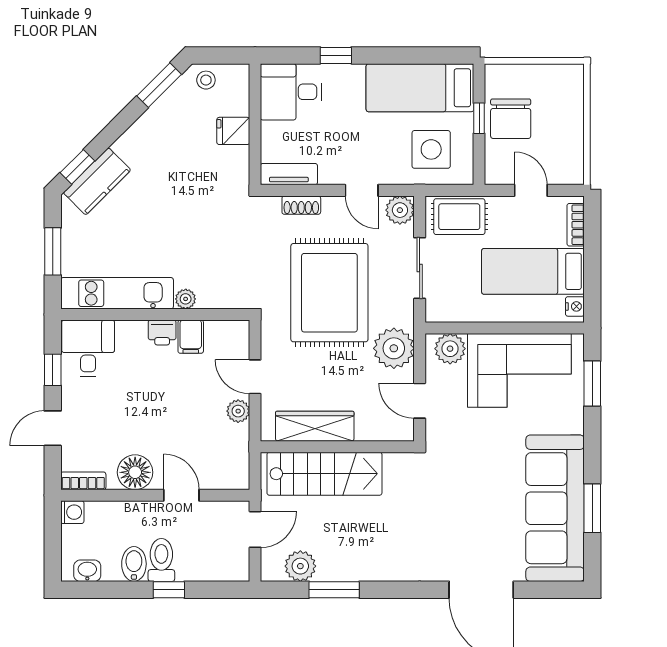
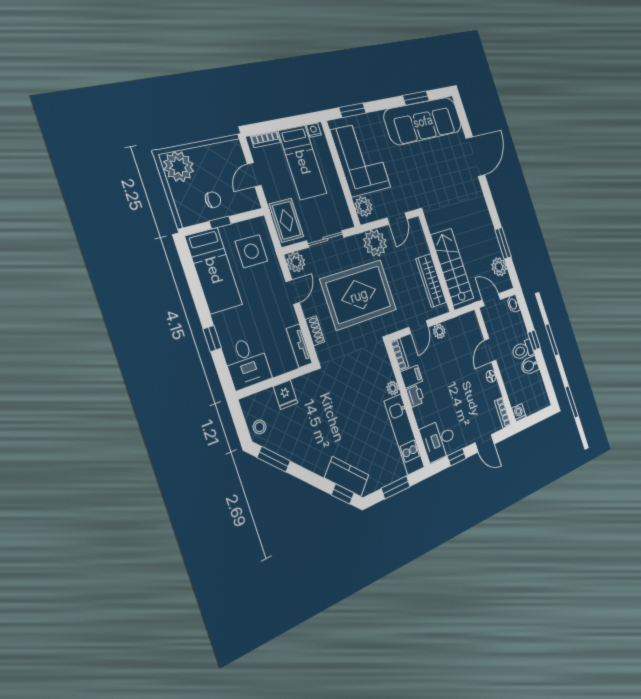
plant: (563, 86) -> (179, 166), added
chair: (511, 119) -> (213, 200), width x0.54, depth x0.54
bookcase: (228, 329) -> (400, 354), added
floor lamp: (135, 472) -> (491, 376), width x0.53, depth x0.53
washbasin: (87, 571) -> (513, 304), moved

